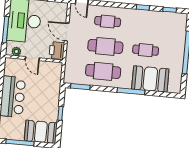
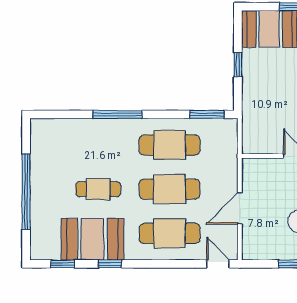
cafe table: (108, 21) -> (170, 233), width x1.37, depth x1.35
door: (67, 32) -> (240, 208), swing flipped
printer: (57, 50) -> (254, 174), removed
booth: (150, 79) -> (92, 239), moved

